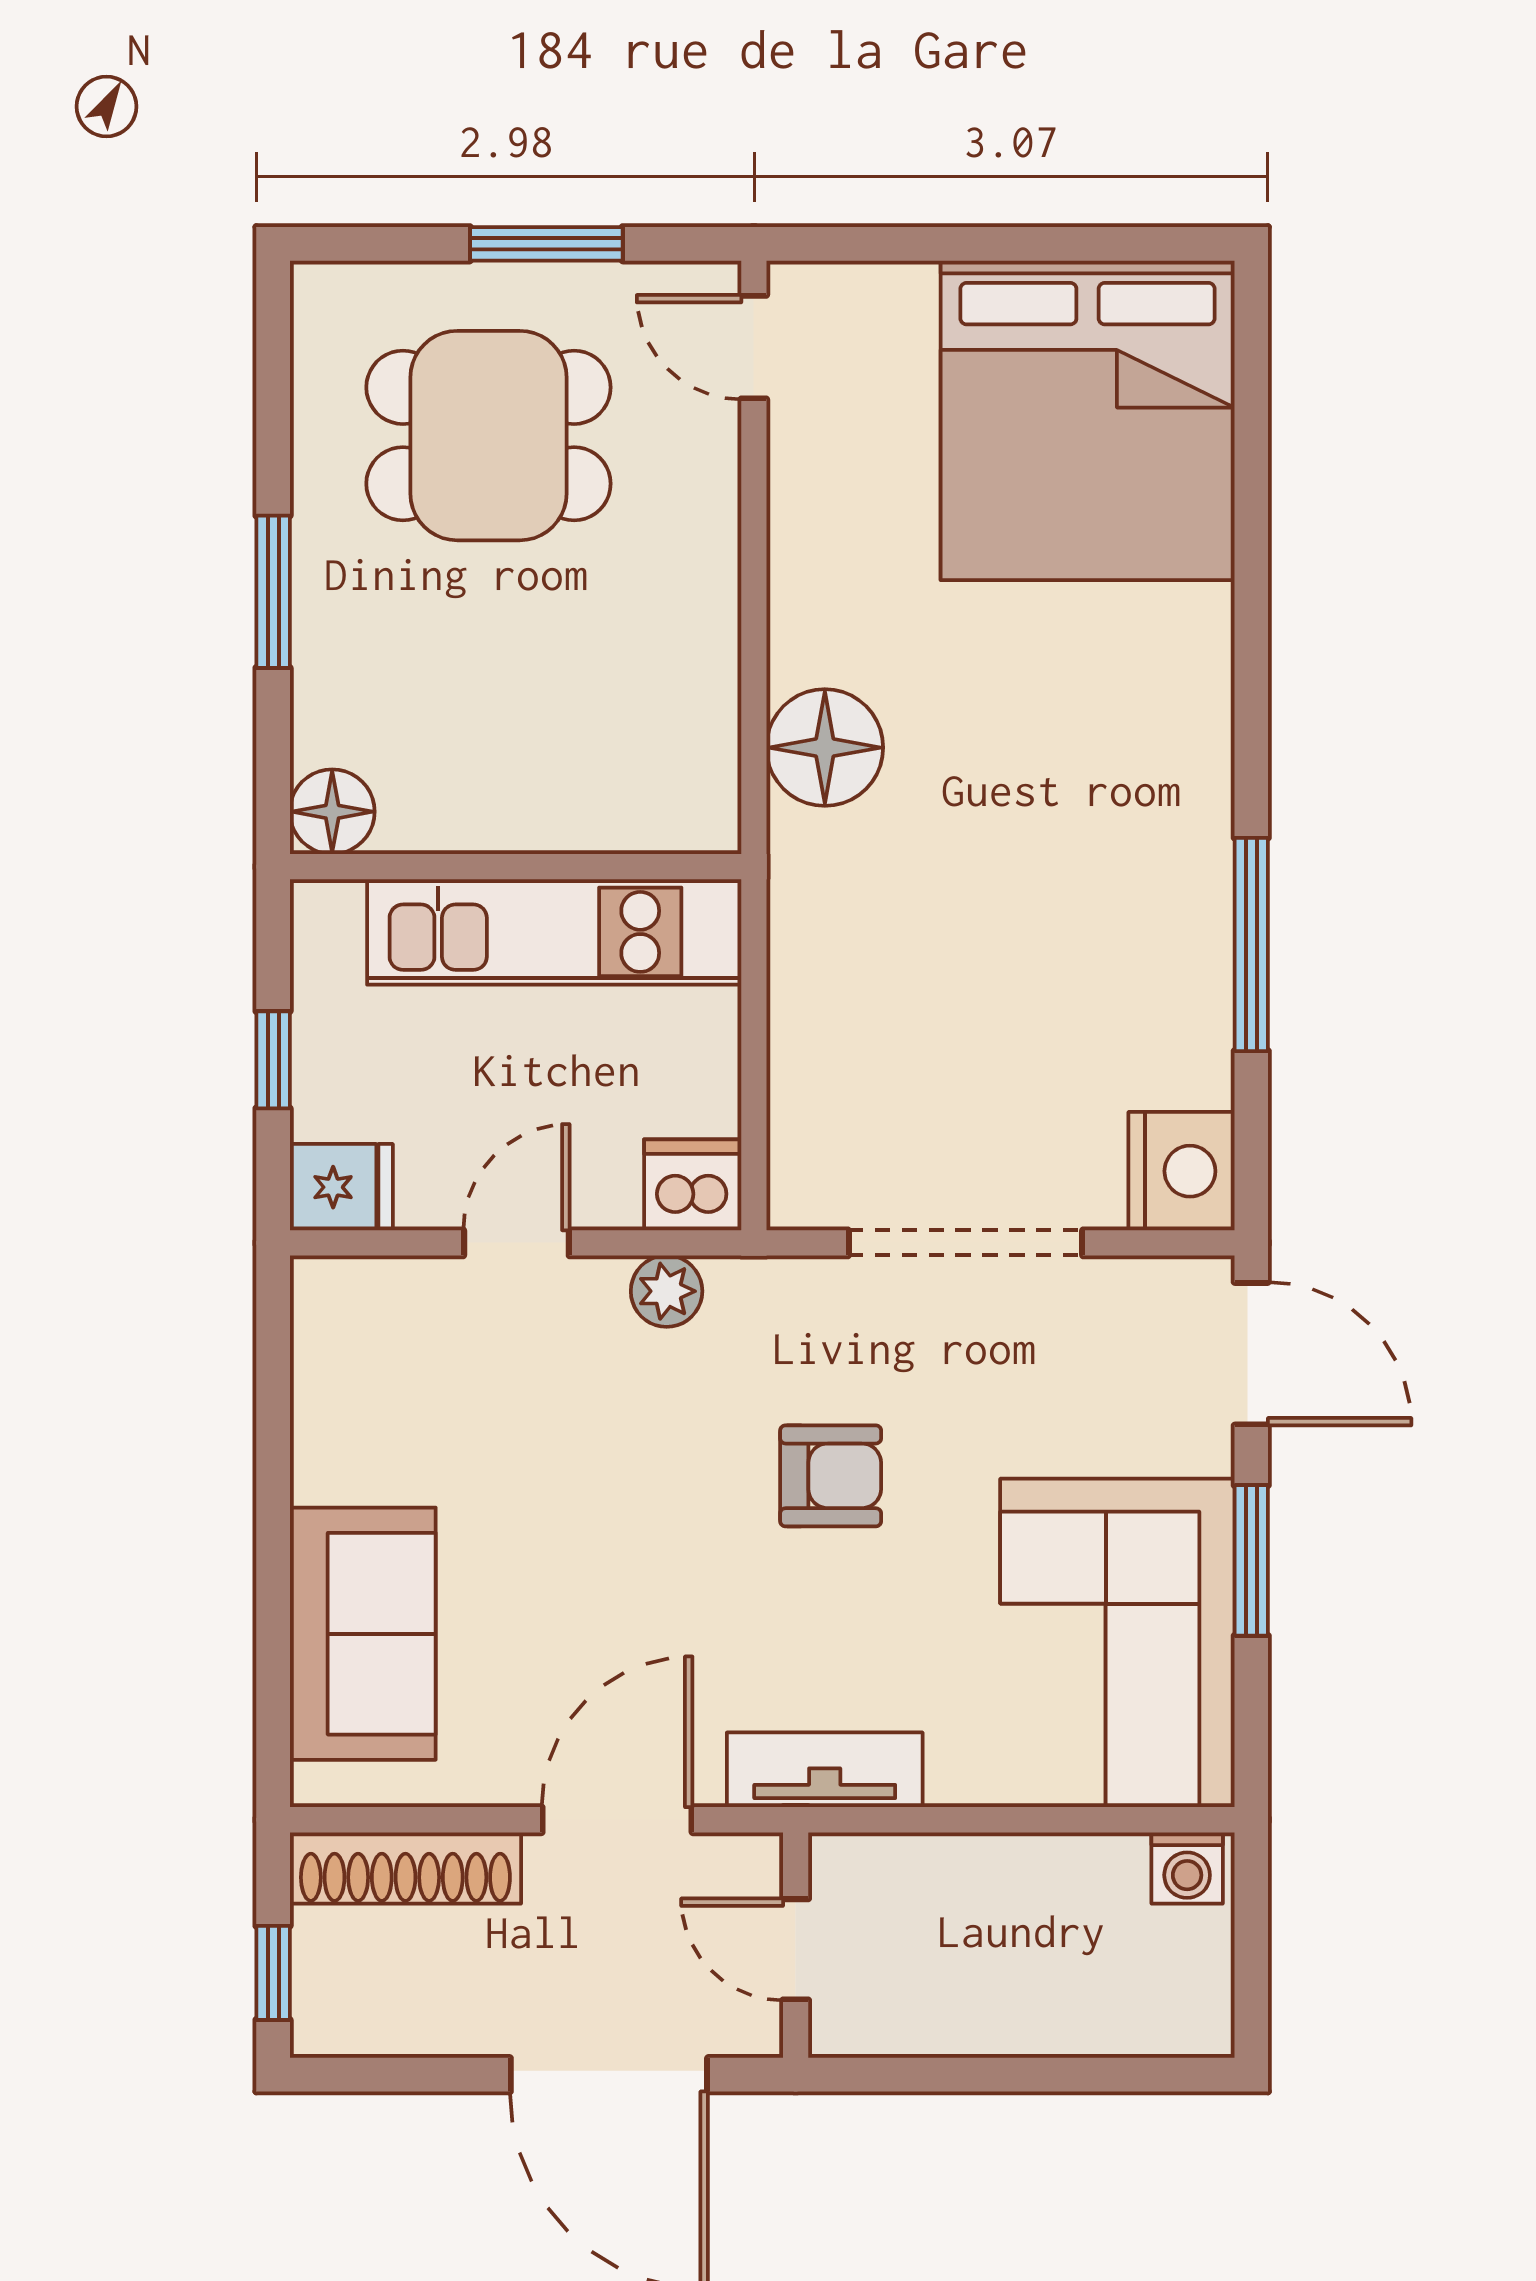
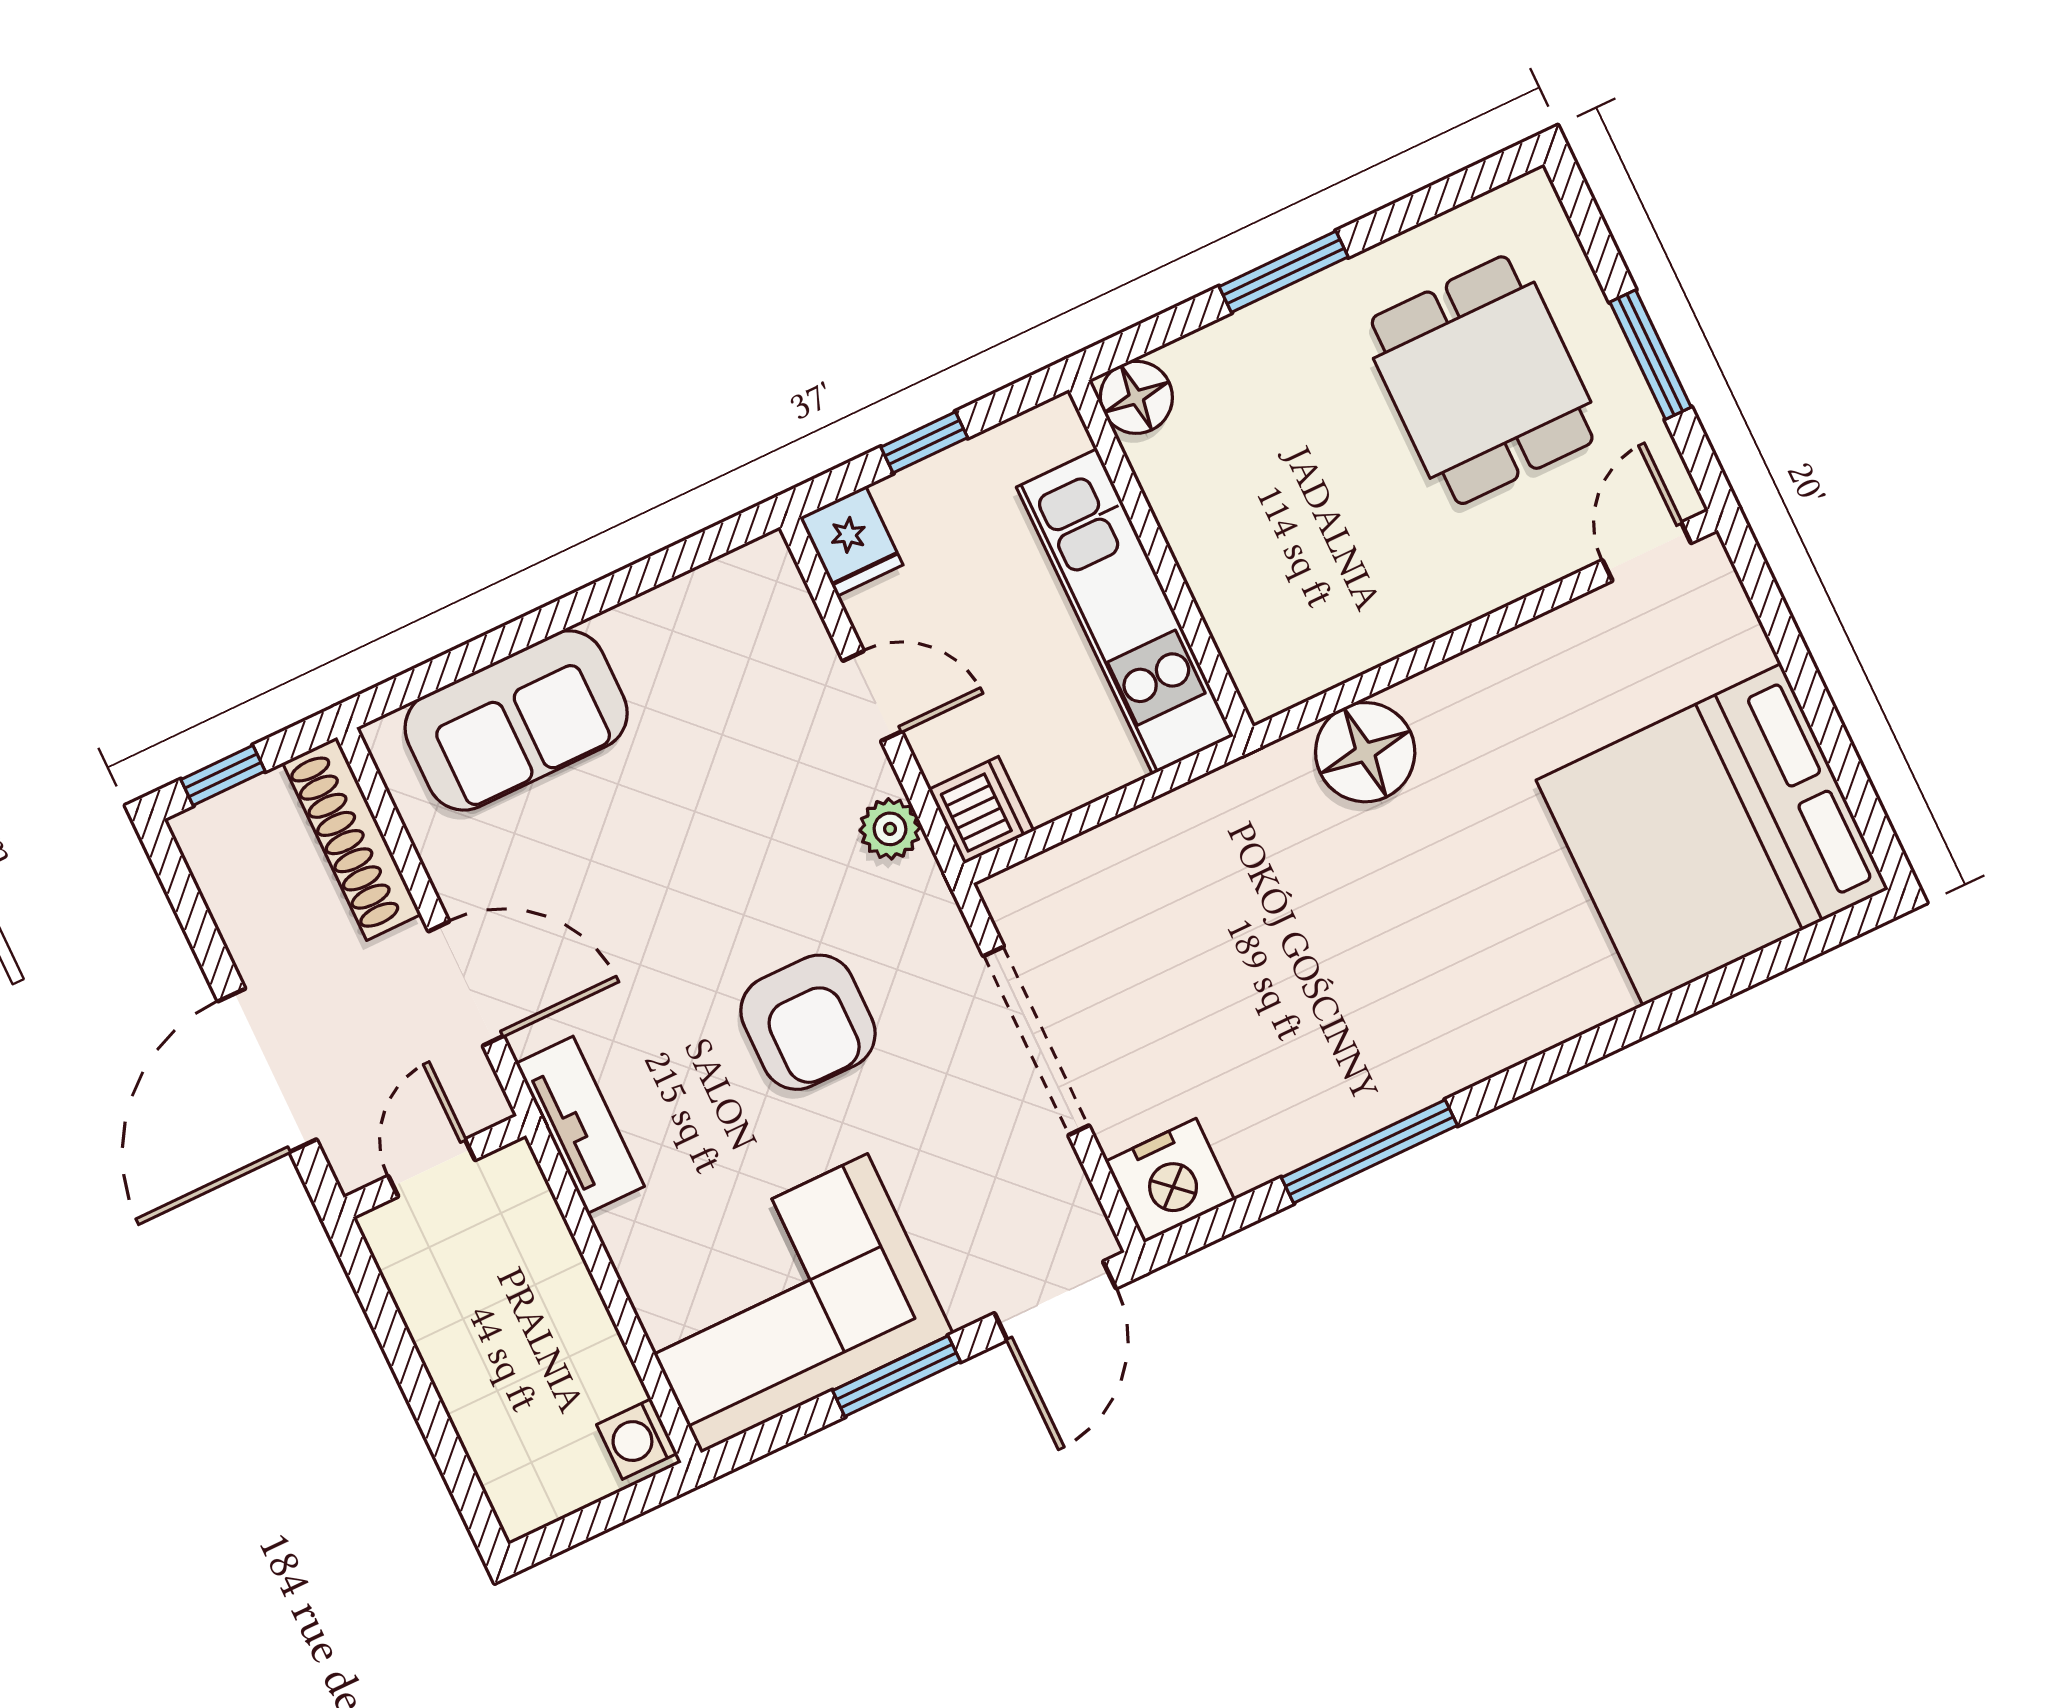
armchair: (831, 1476) -> (808, 1022), width x1.38, depth x1.38

